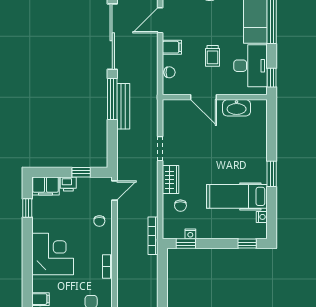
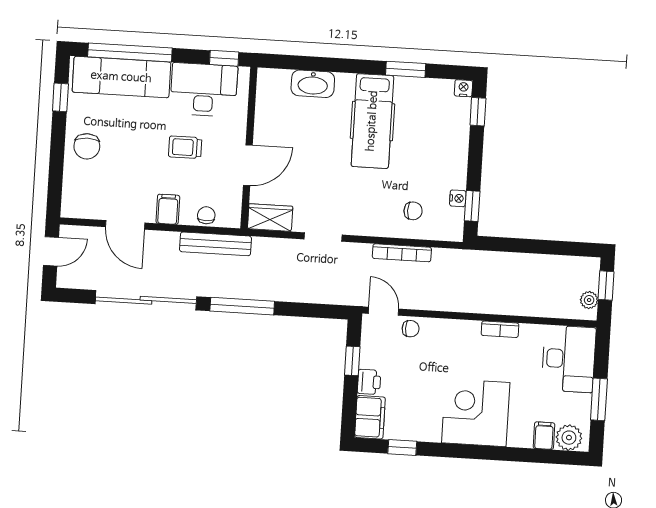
trolley: (213, 56) -> (185, 147), turned 180
bench: (123, 106) -> (215, 244), moved
washbasin: (237, 108) -> (313, 84), moved, turned 90
window: (272, 174) -> (406, 69), moved
wardrobe: (171, 180) -> (270, 218), moved
hospital bed: (237, 196) -> (372, 121), moved
nightstand: (262, 217) -> (463, 88), moved
chair: (99, 221) -> (411, 329), moved
bookcase: (153, 236) -> (402, 253), moved

